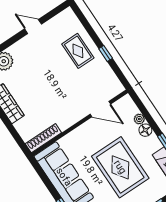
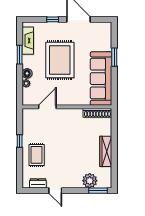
dresser: (56, 22) -> (38, 183), added
door: (100, 109) -> (47, 107), hinge flipped

